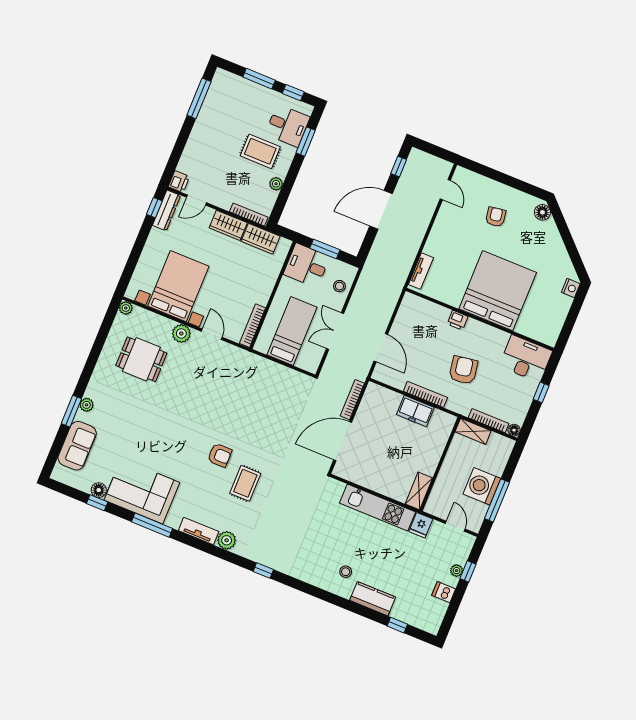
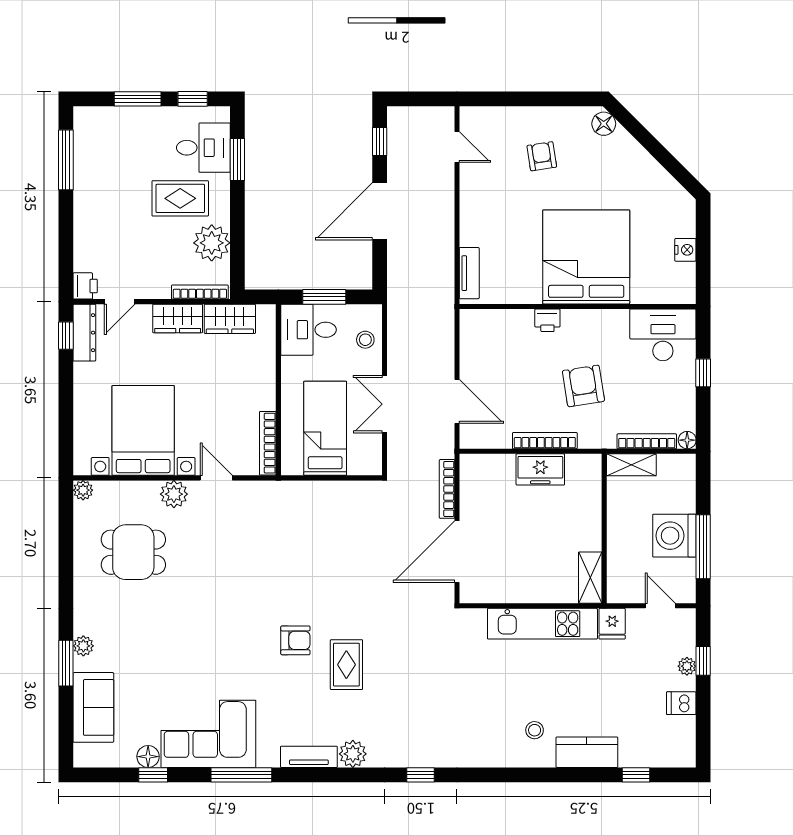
plant: (276, 184) -> (212, 243), width x1.87, depth x1.87
nightstand: (571, 288) -> (685, 250), moved

